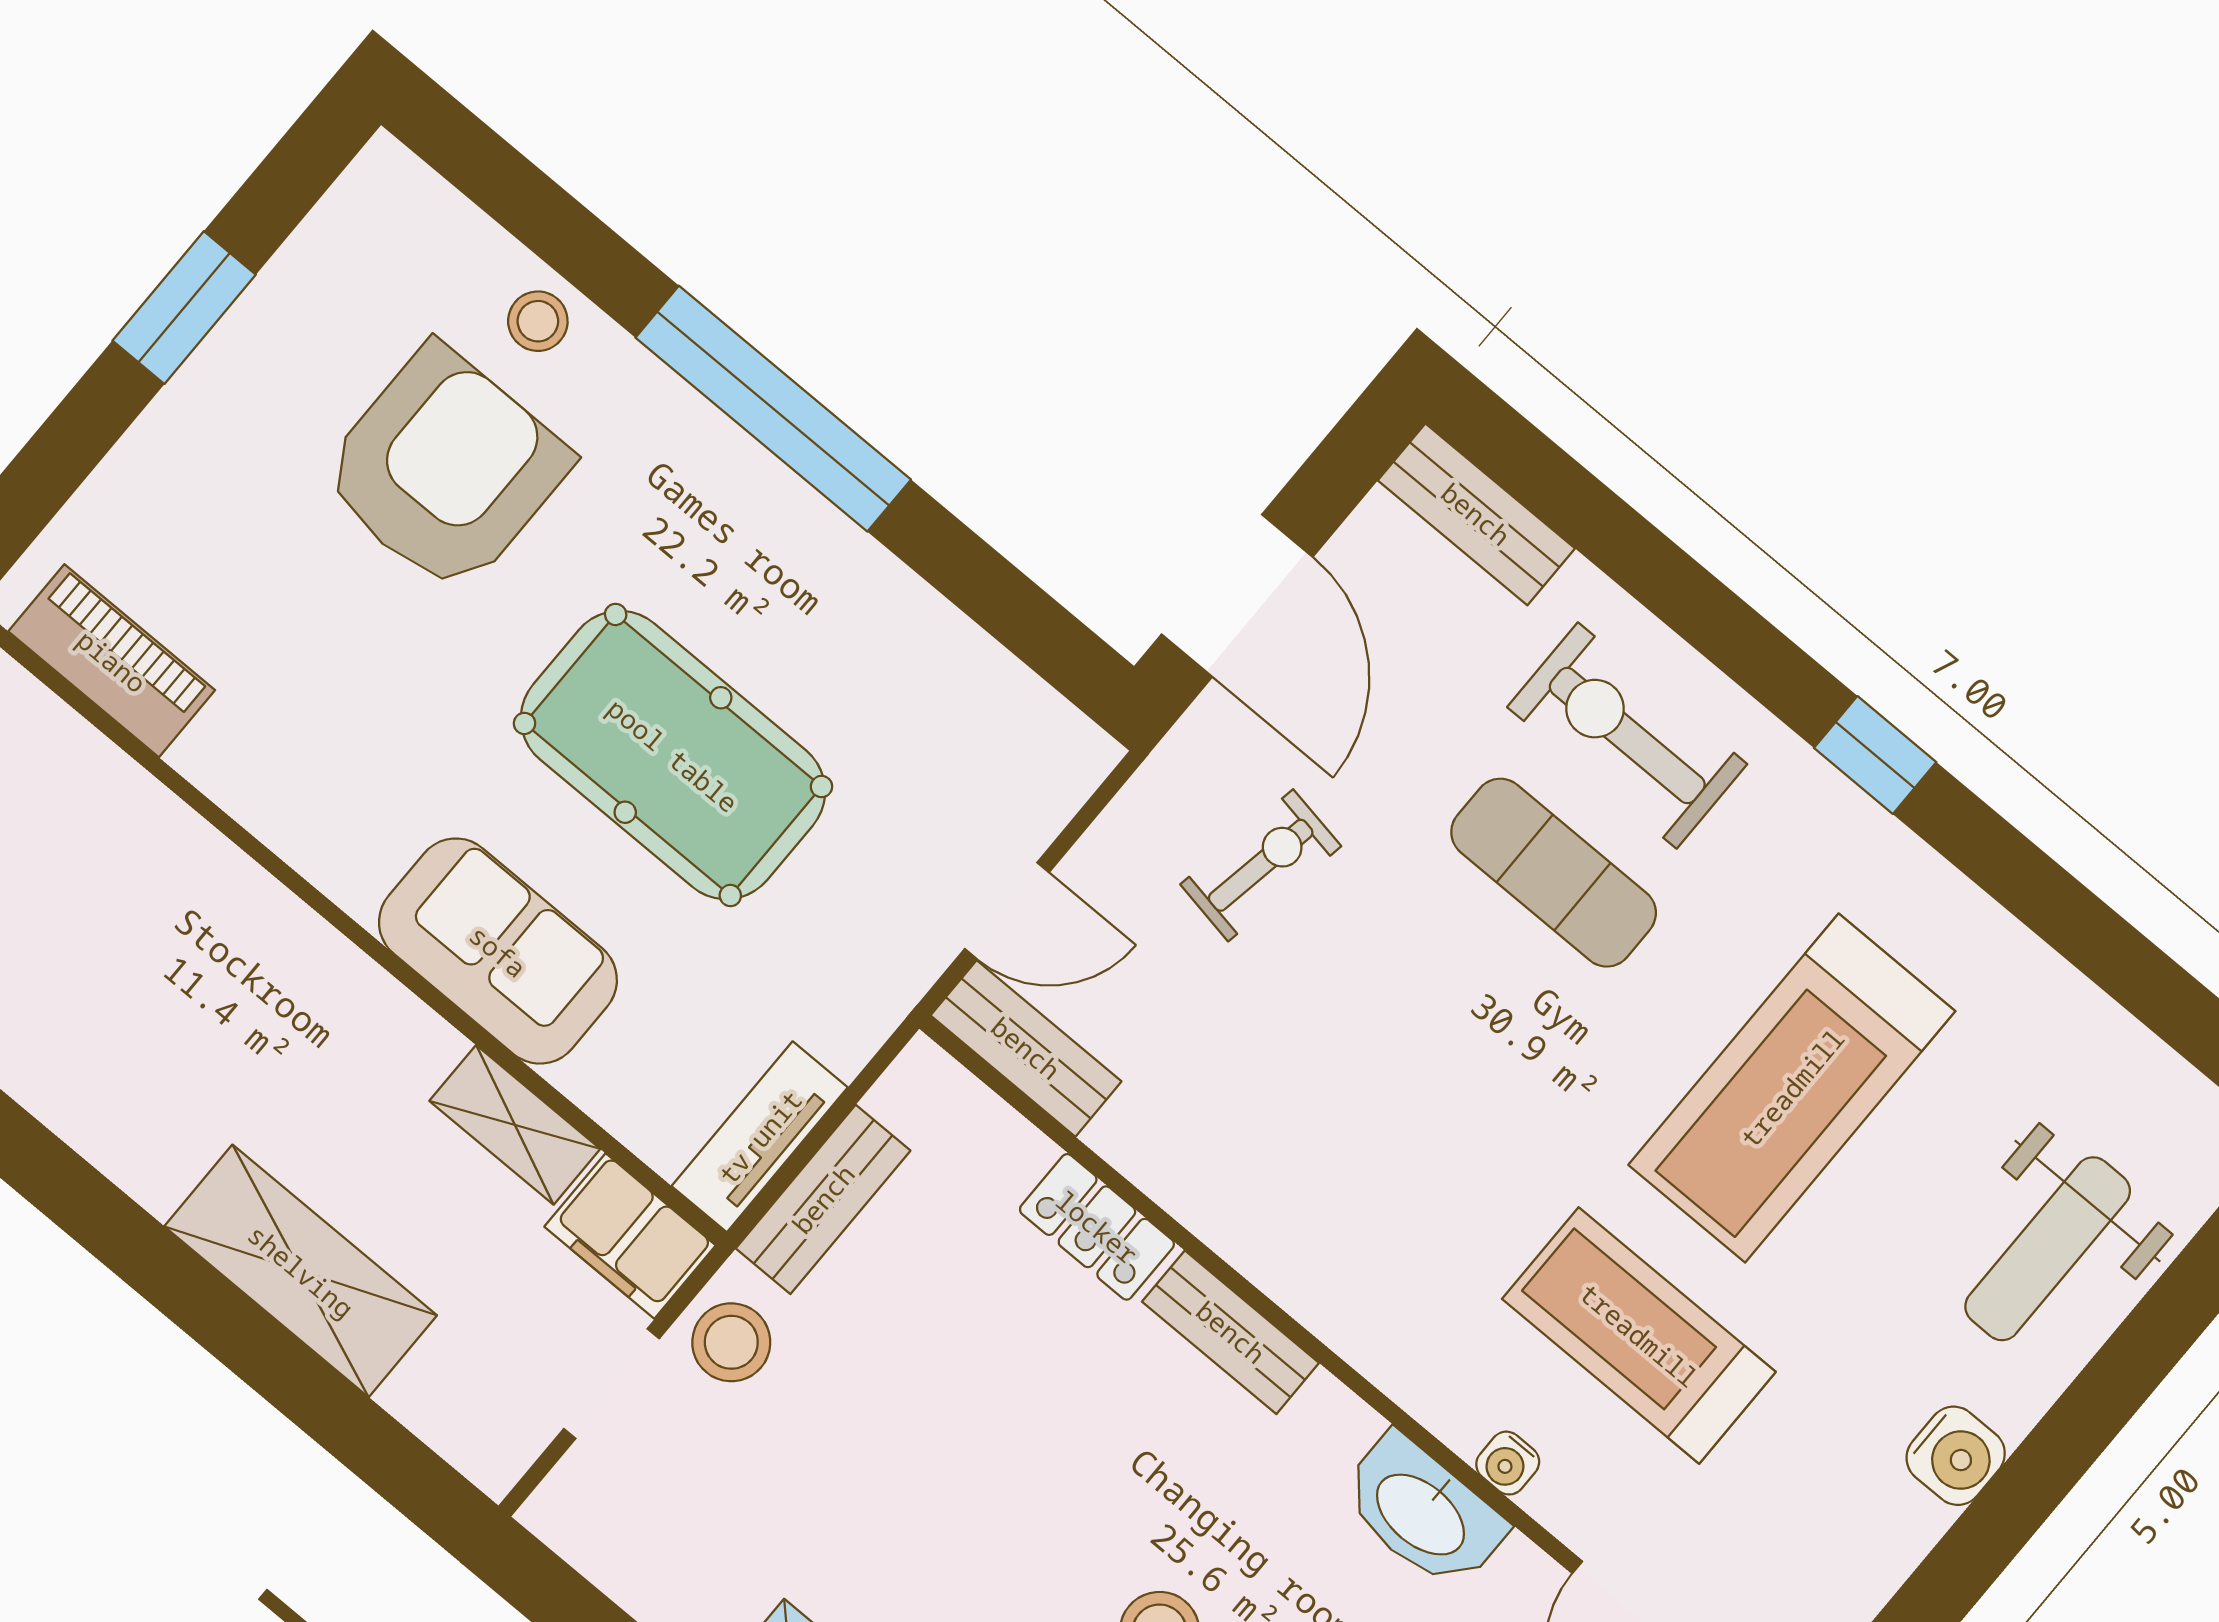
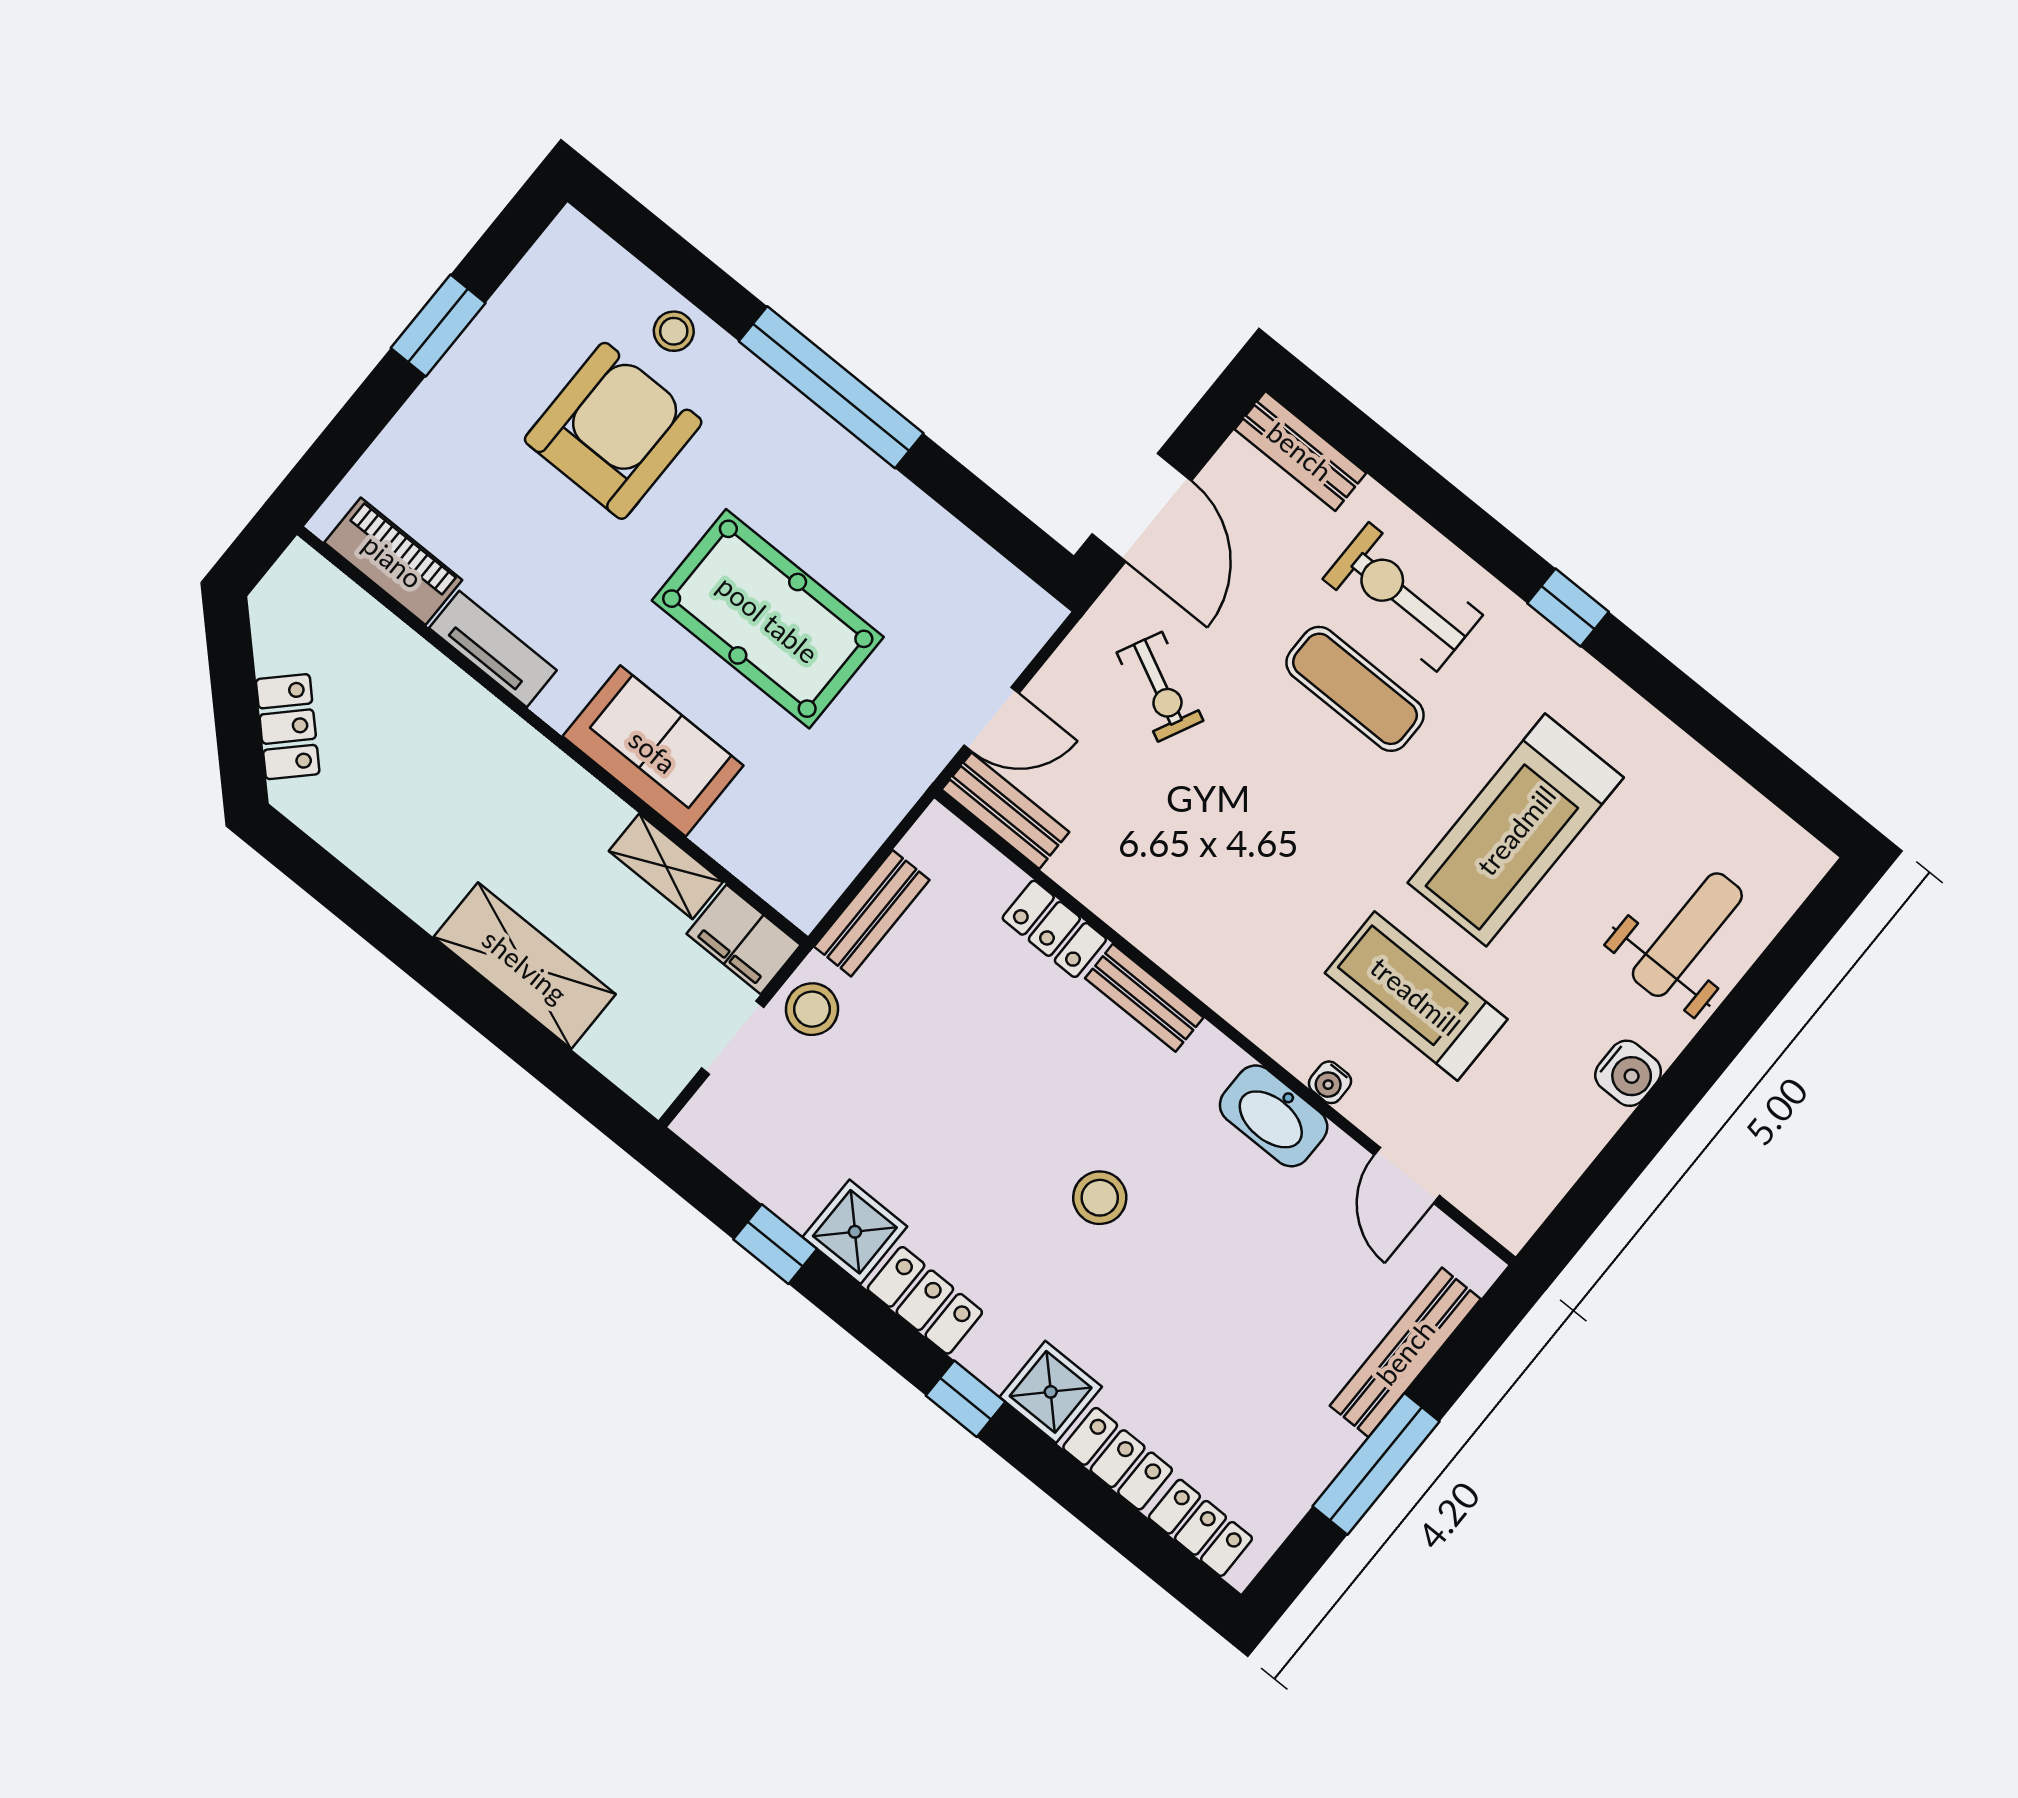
exercise bike: (1261, 865) -> (1160, 687), turned 106
tv unit: (760, 1137) -> (493, 649), moved, turned 90
weight bench: (2048, 1249) -> (1687, 935), turned 180

